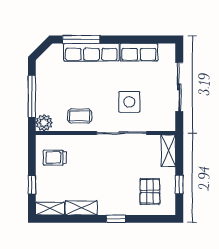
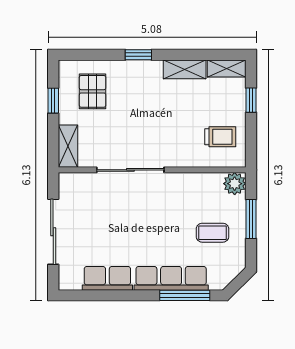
window: (32, 96) -> (251, 219), width x0.69
side table: (129, 102) -> (120, 212), removed
coffee table: (80, 116) -> (212, 233), moved

